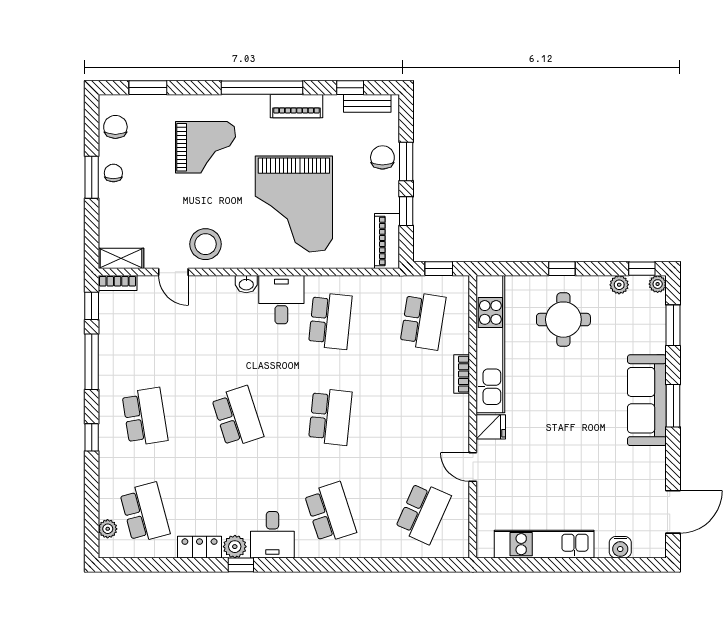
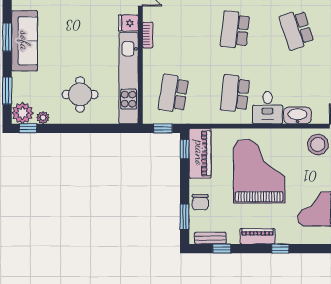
window: (262, 88) -> (280, 249), width x0.32
window: (406, 161) -> (185, 217), moved
window: (406, 211) -> (185, 149), moved
piano: (387, 241) -> (200, 153), width x1.37, depth x1.33
window: (562, 269) -> (81, 128), removed
washbasin: (246, 284) -> (297, 115), width x1.91, depth x1.45
plant: (658, 284) -> (22, 113), width x1.87, depth x1.87
bookcase: (462, 374) -> (148, 35), moved

